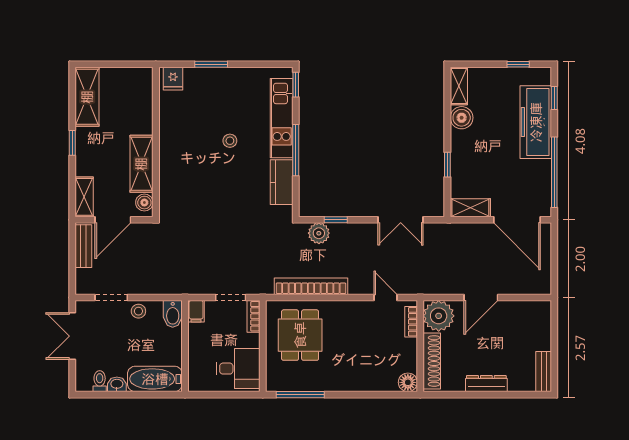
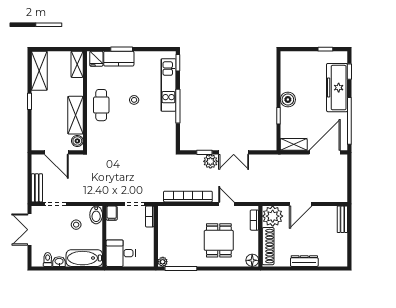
shelving: (459, 86) -> (286, 64), removed
boiler: (462, 118) -> (288, 100), moved
cafe table: (180, 148) -> (101, 105), added
kitchen counter: (282, 182) -> (119, 59), moved, turned -90
shelving: (84, 197) -> (77, 64), moved
door: (113, 220) -> (56, 152), hinge flipped
double door: (401, 220) -> (234, 152), moved
door: (517, 220) -> (325, 152), swing flipped
plant: (319, 233) -> (210, 161), moved
bench: (83, 246) -> (37, 188), moved
door: (385, 297) -> (226, 204), moved
stool: (138, 311) -> (76, 225), moved
dining table: (300, 335) -> (219, 240), moved
desk: (238, 369) -> (121, 253), moved, turned 180
bench: (544, 372) -> (342, 219), moved
plant: (273, 384) -> (163, 262), added

